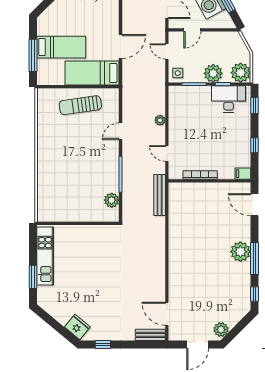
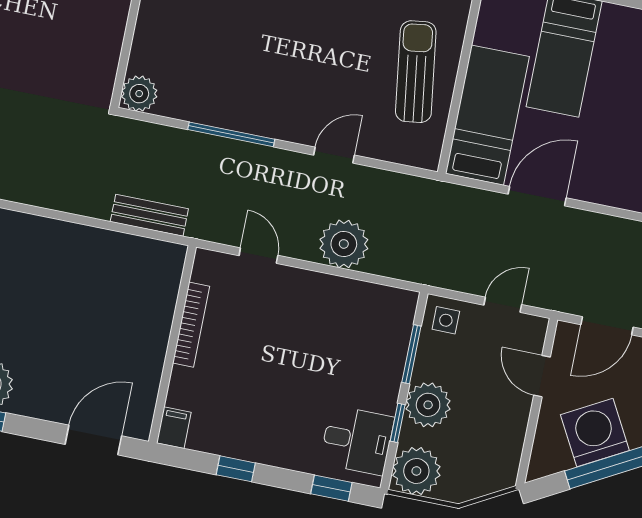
door: (120, 46) -> (537, 196), swing flipped
desk: (229, 99) -> (357, 440), width x0.73
plant: (160, 120) -> (344, 244), width x1.88, depth x1.88
door: (120, 131) -> (334, 155), hinge flipped
door: (167, 153) -> (258, 256), hinge flipped
bench: (160, 195) -> (149, 215), width x0.73
plant: (112, 200) -> (139, 94), moved

